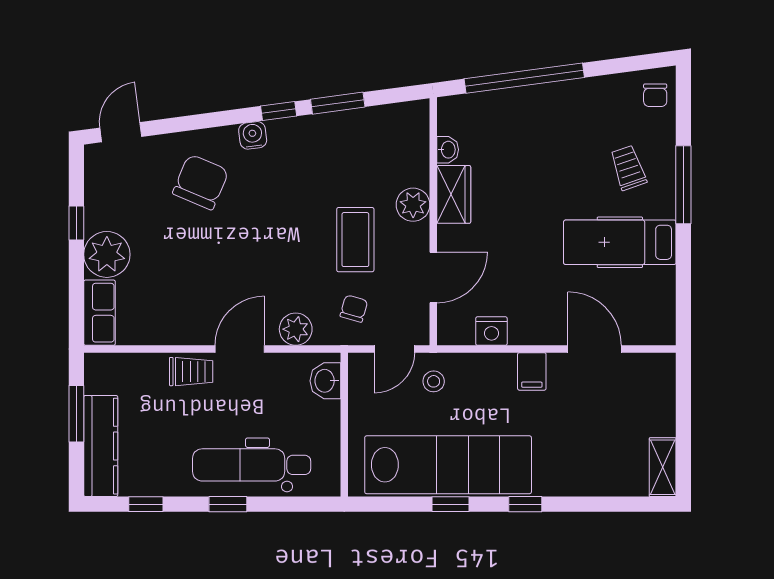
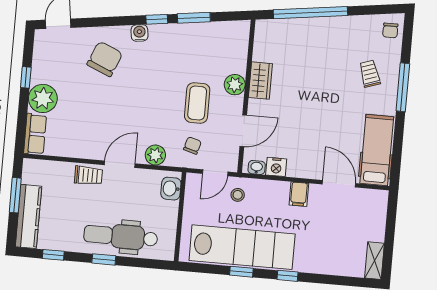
washbasin: (448, 150) -> (257, 167), moved, turned -90
hospital bed: (620, 242) -> (377, 150), moved, turned 90

